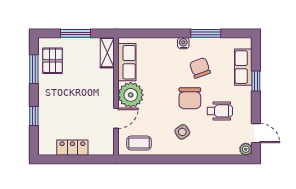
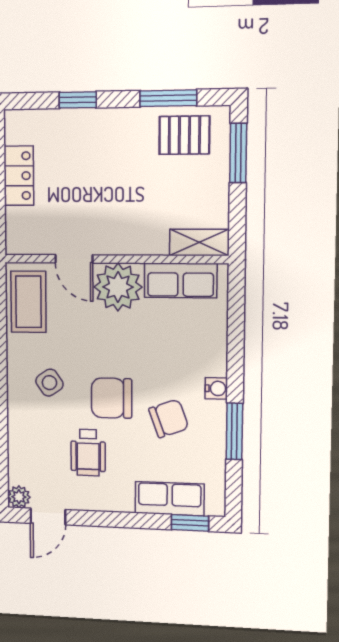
window: (75, 33) -> (238, 153), moved
window: (256, 81) -> (190, 523), moved
coffee table: (139, 143) -> (28, 302), width x1.36, depth x1.30

